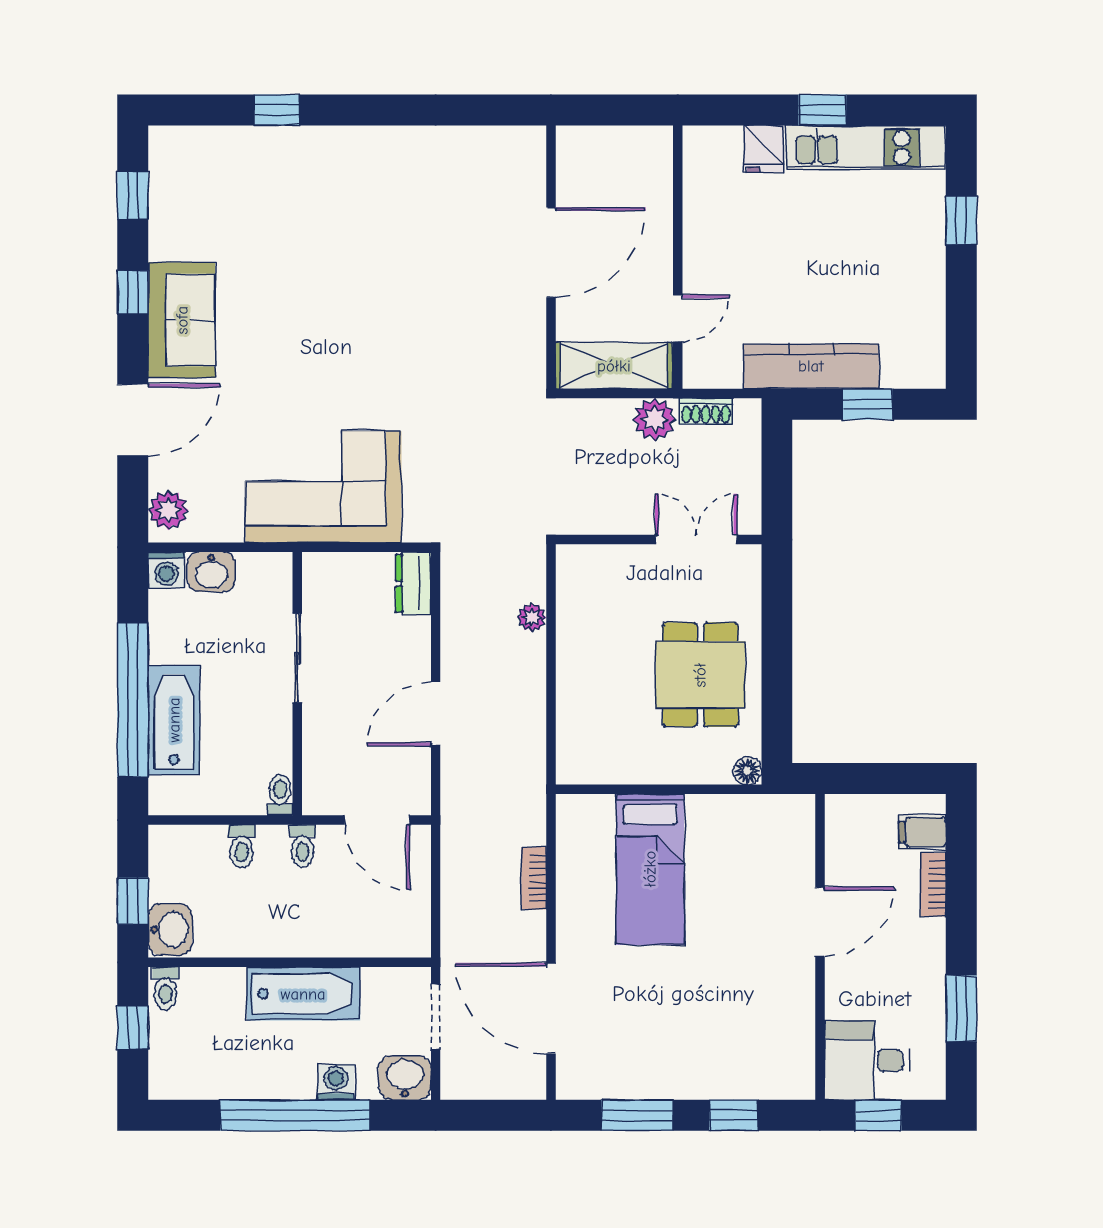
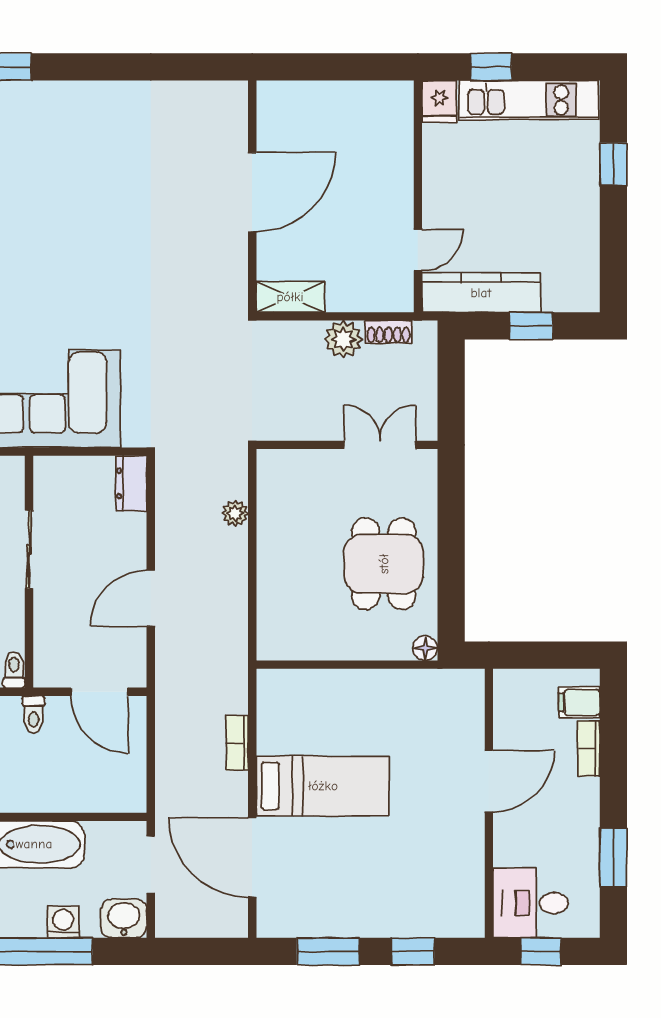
wall: (678, 257) -> (418, 196), moved
door: (678, 318) -> (418, 250), moved
shelving: (614, 366) -> (290, 297), width x0.67, depth x0.75
bed: (650, 869) -> (323, 786), moved, turned -90

